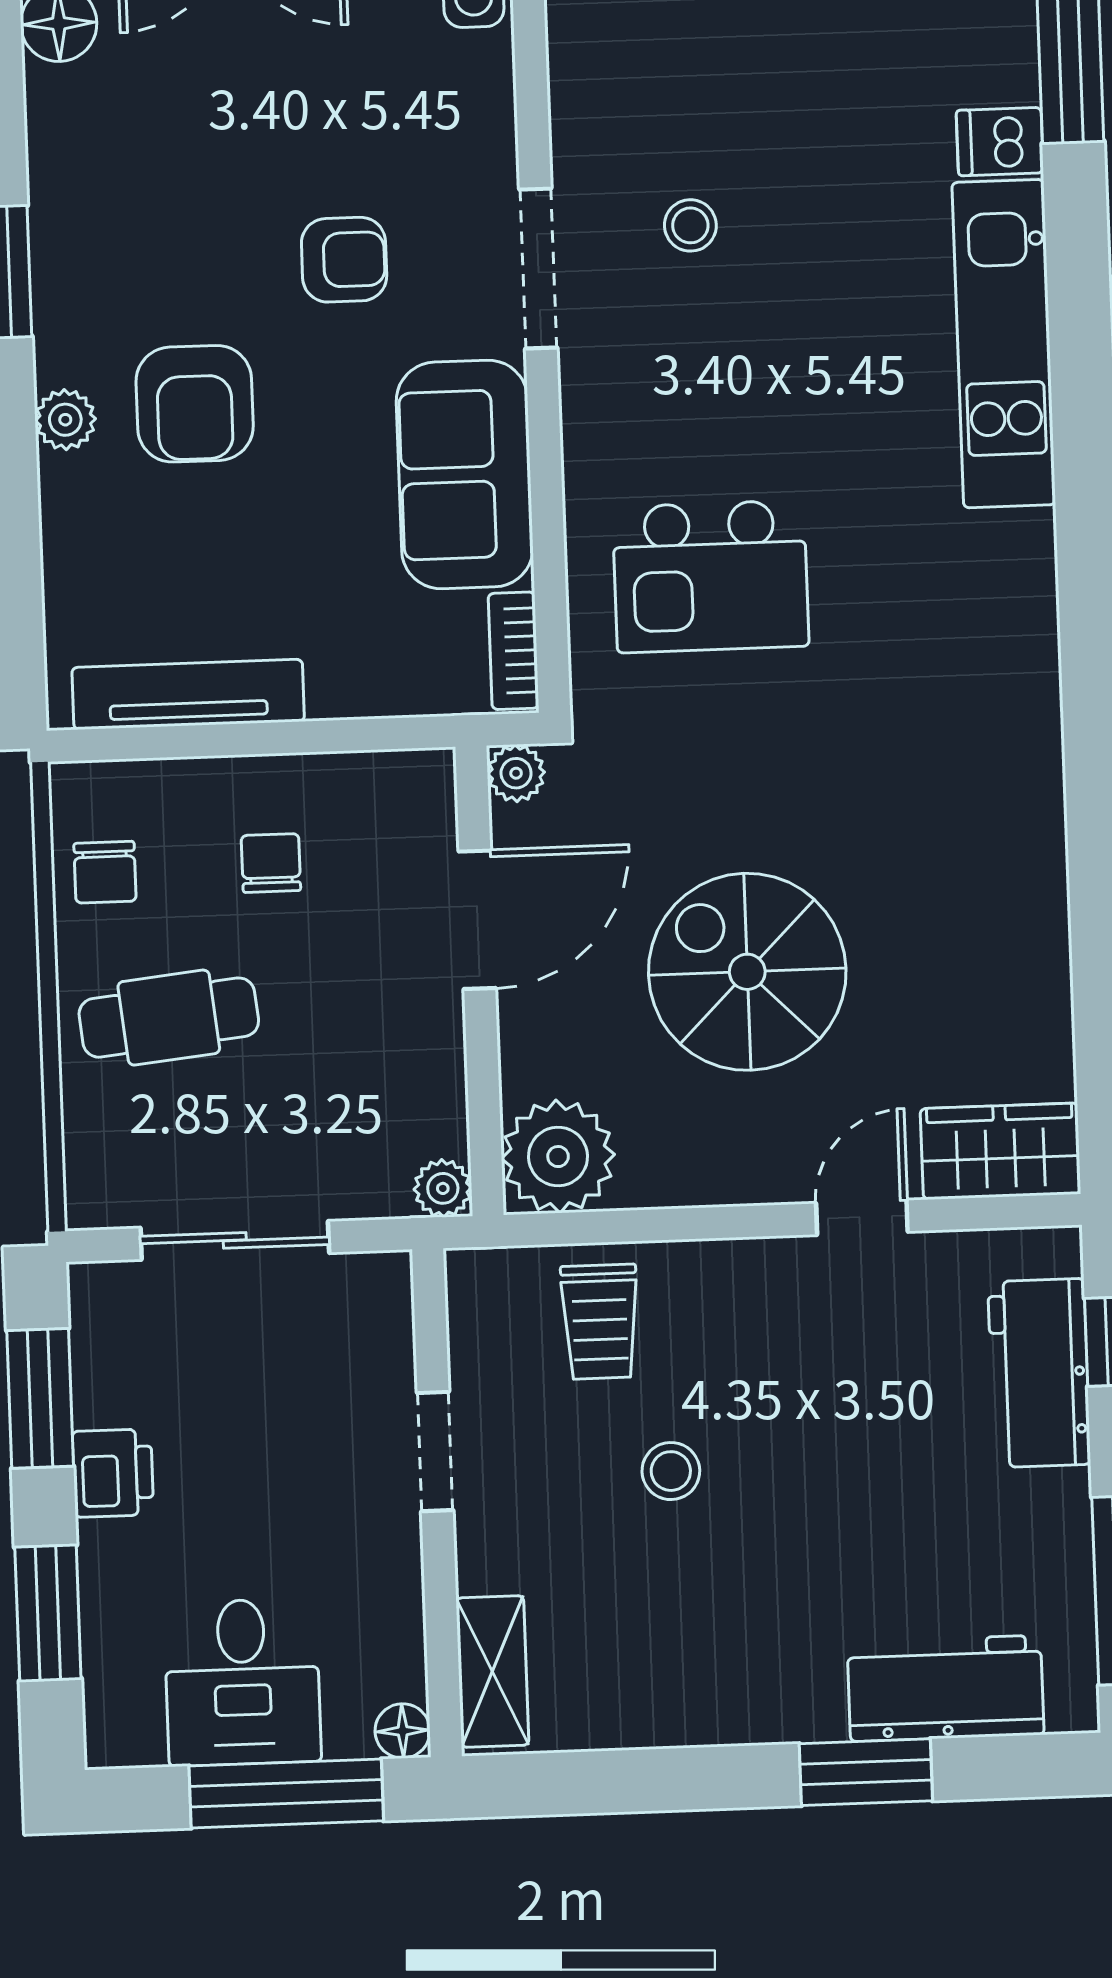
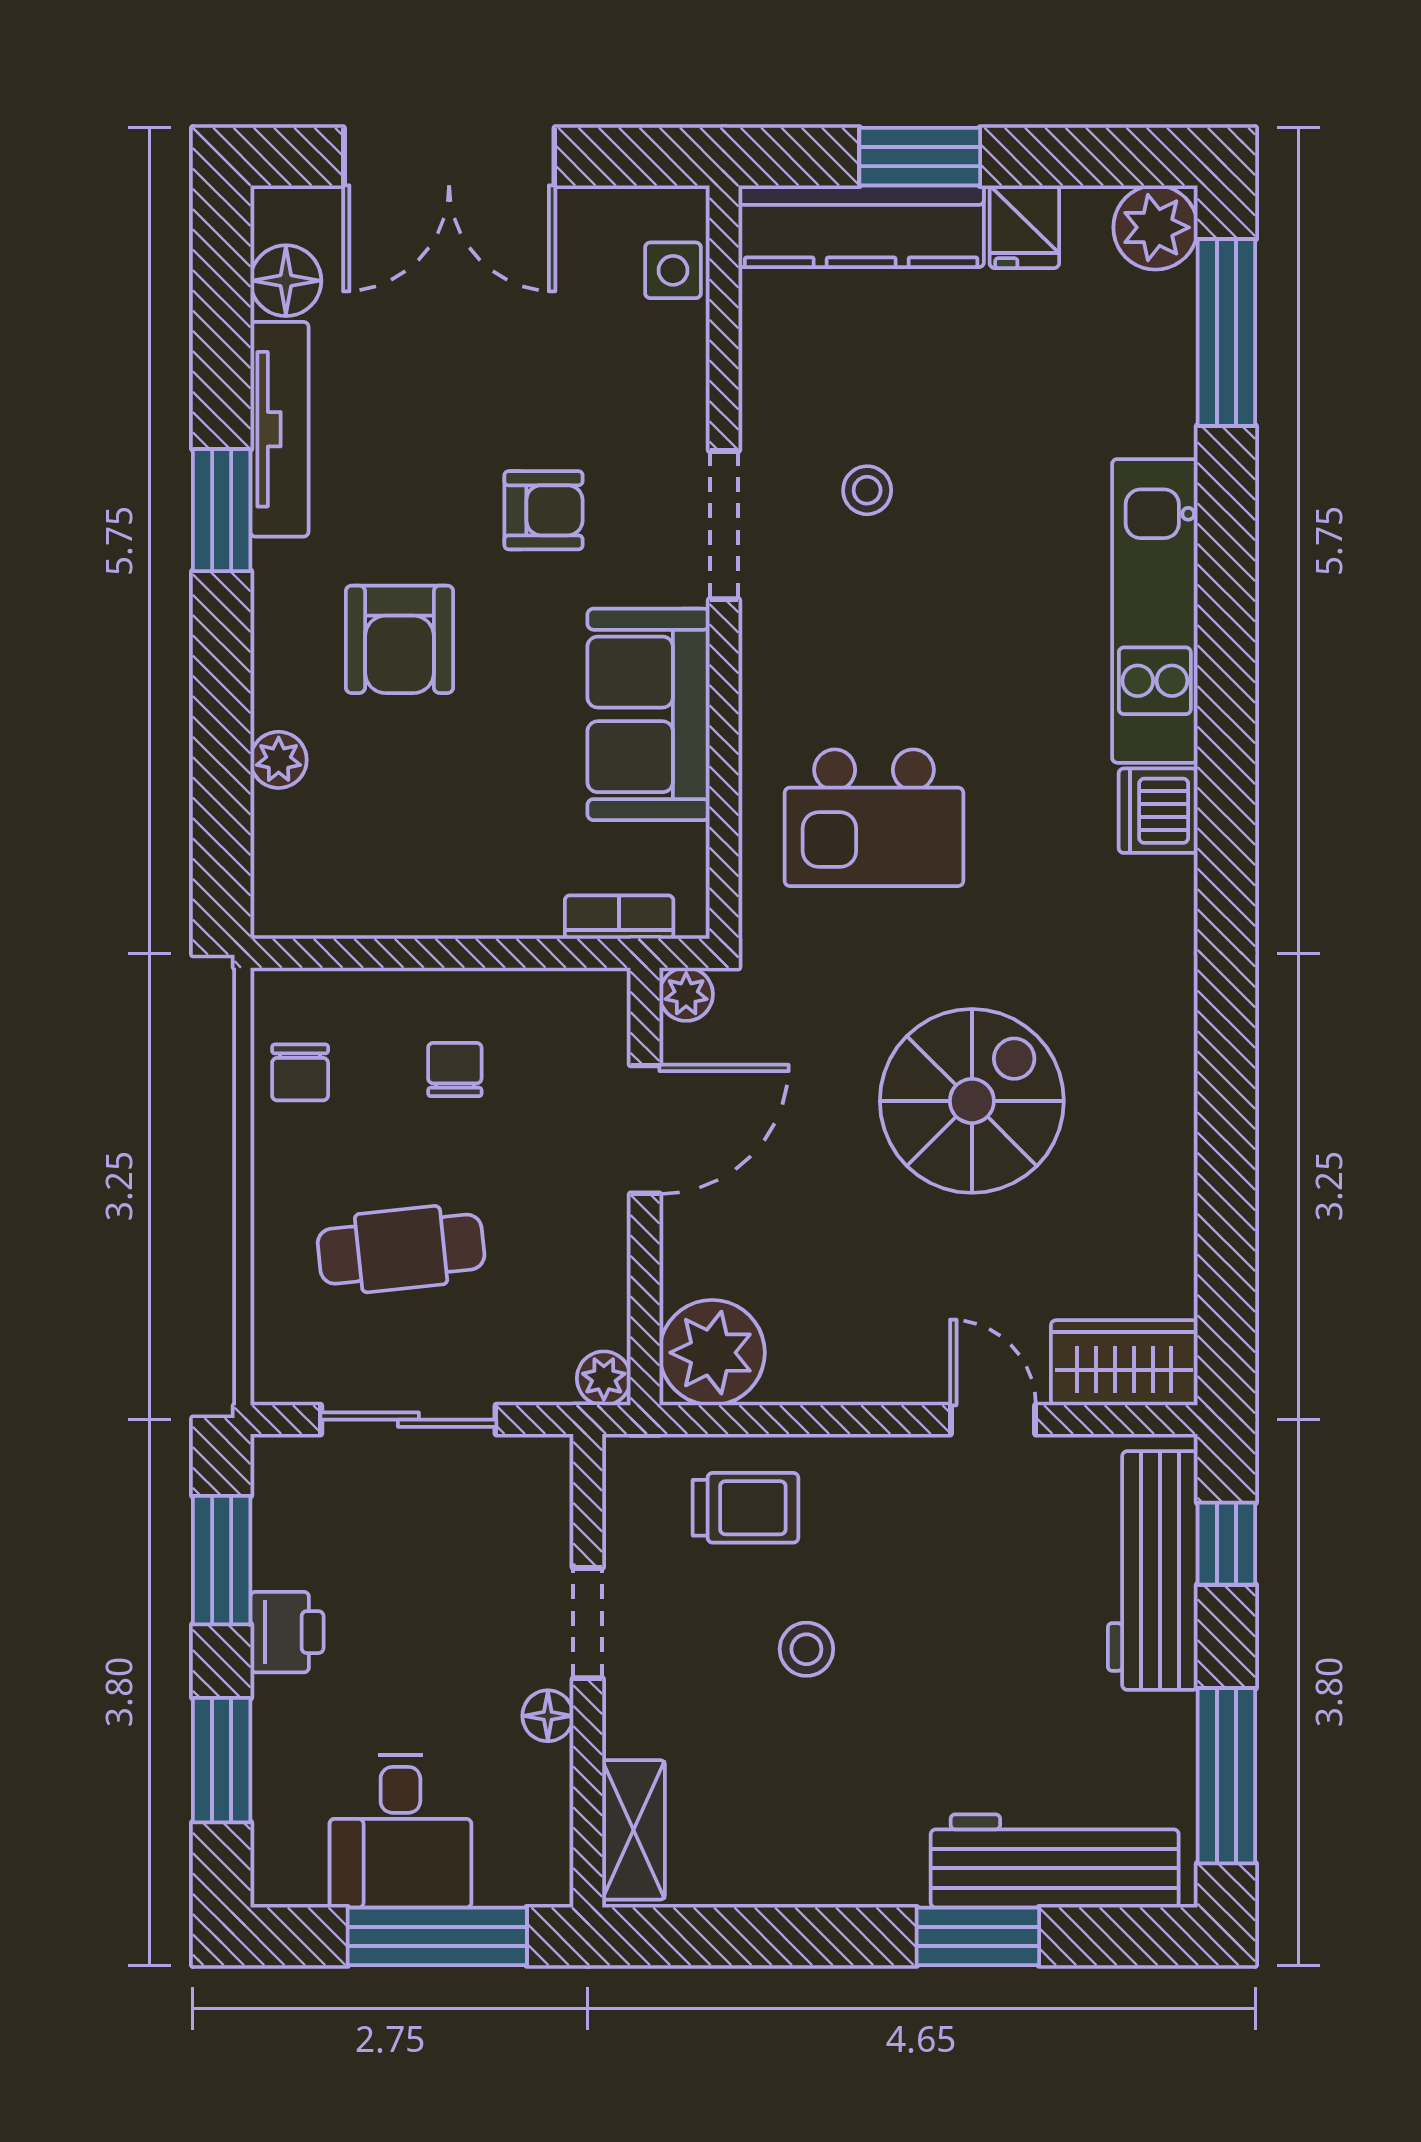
dishwasher: (1000, 142) -> (1158, 811), moved, width x1.38
plant: (65, 420) -> (279, 760), moved
bookcase: (513, 651) -> (619, 917), moved, turned 90
tv unit: (188, 694) -> (279, 429), moved, turned 90
spiral stairs: (747, 972) -> (972, 1101), moved, turned 90
cafe table: (169, 1018) -> (401, 1249), moved
door: (862, 1217) -> (993, 1420), hinge flipped
trolley: (600, 1322) -> (746, 1508), turned -90
workbench: (1039, 1373) -> (1153, 1571), width x1.37
workbench: (946, 1688) -> (1055, 1861), width x1.38
floor lamp: (403, 1731) -> (548, 1716), moved

